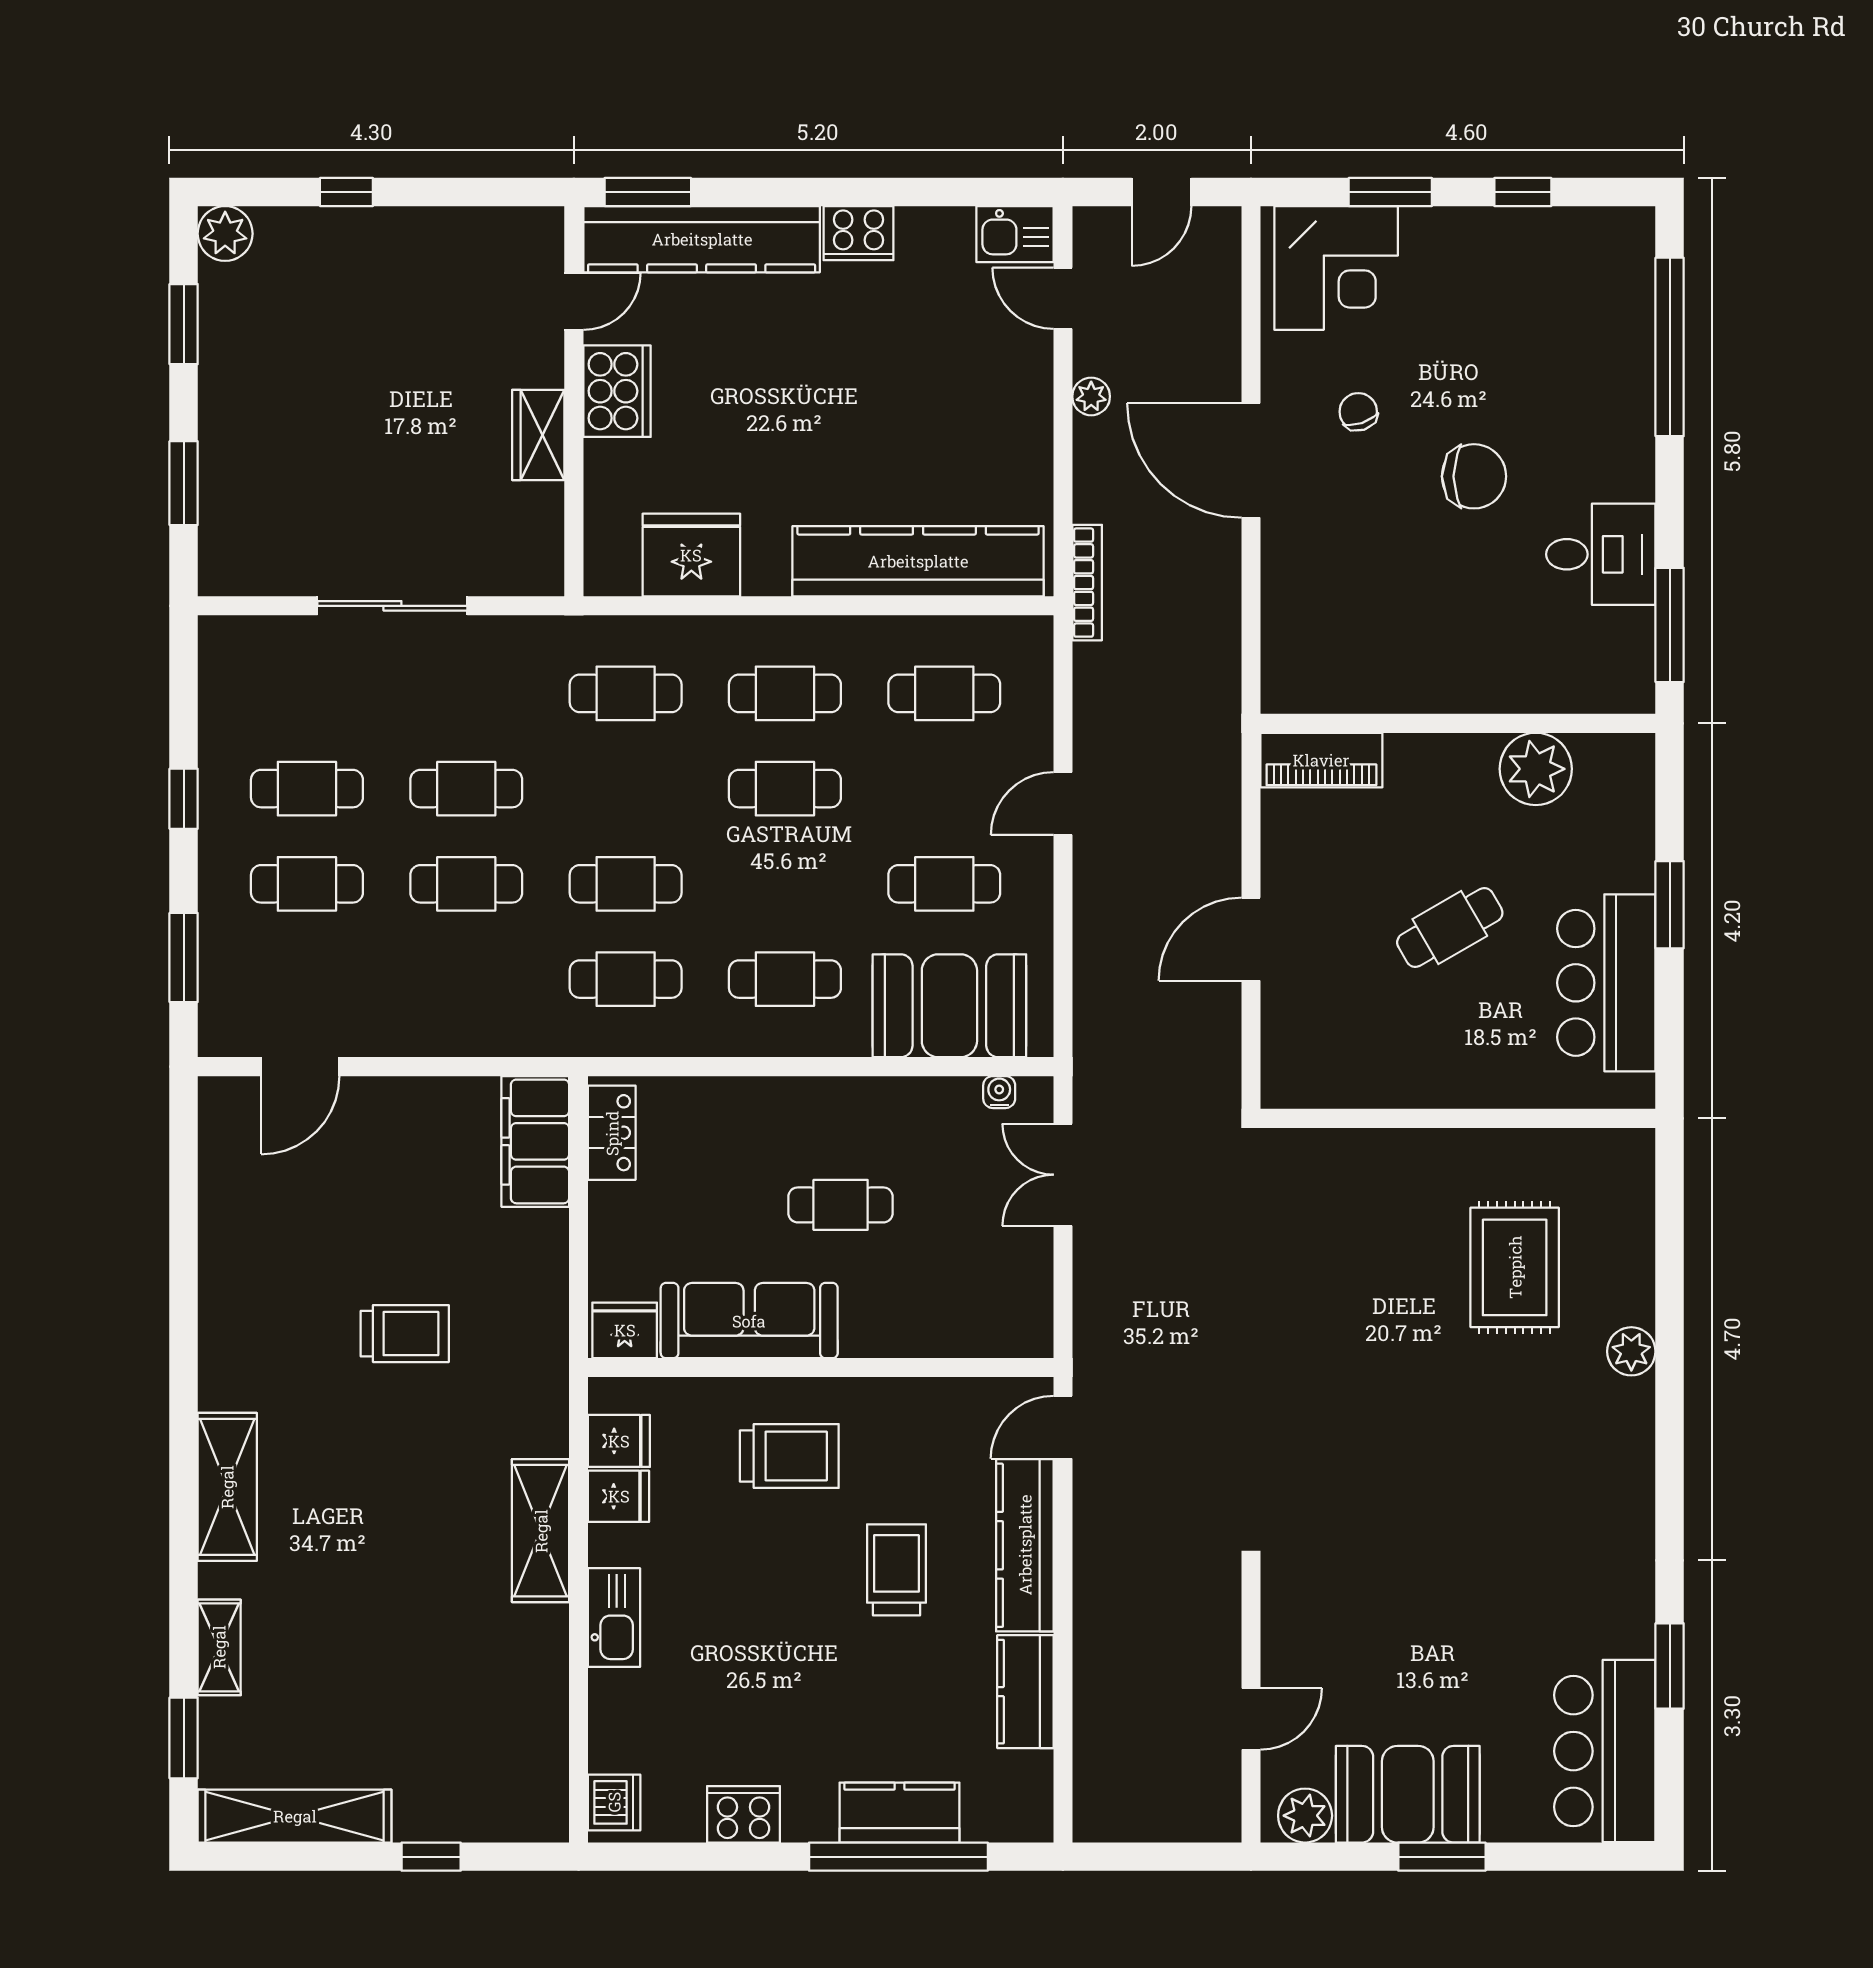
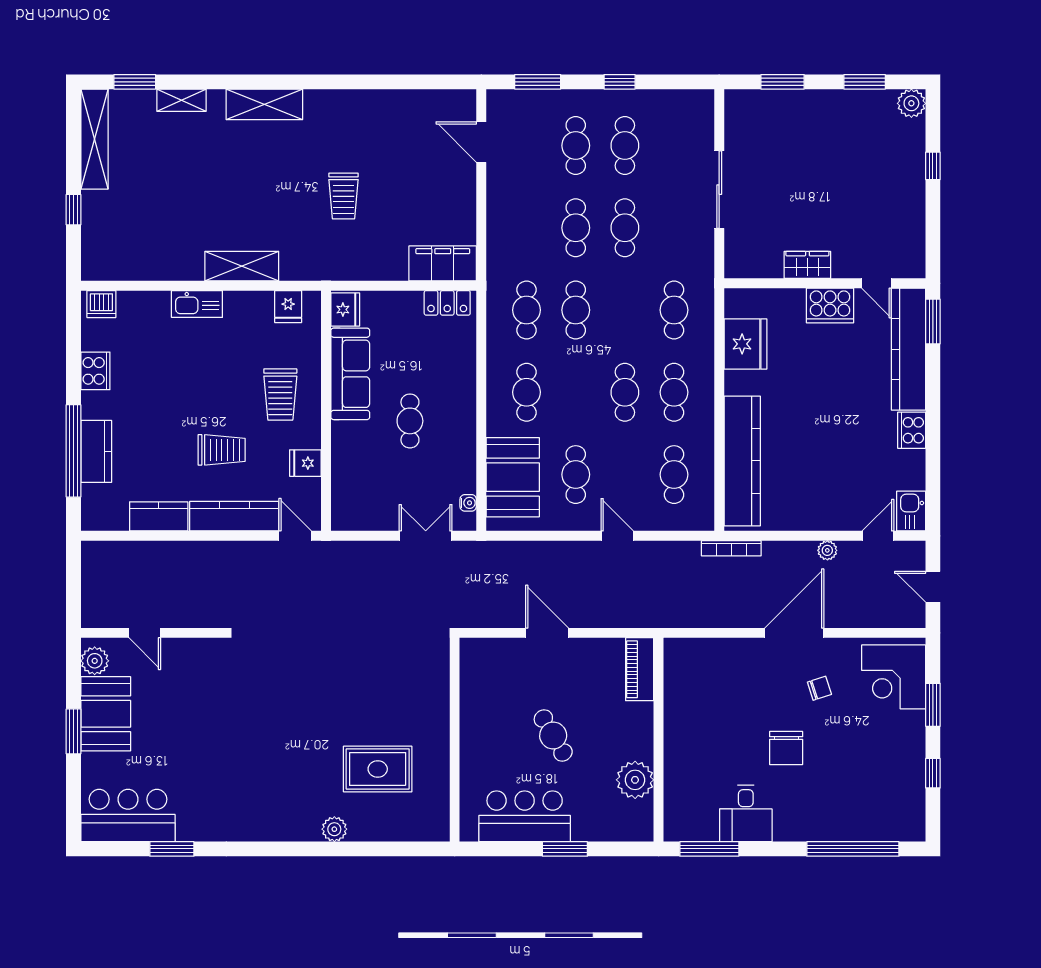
fridge: (619, 1496) -> (305, 463), moved, turned 90

